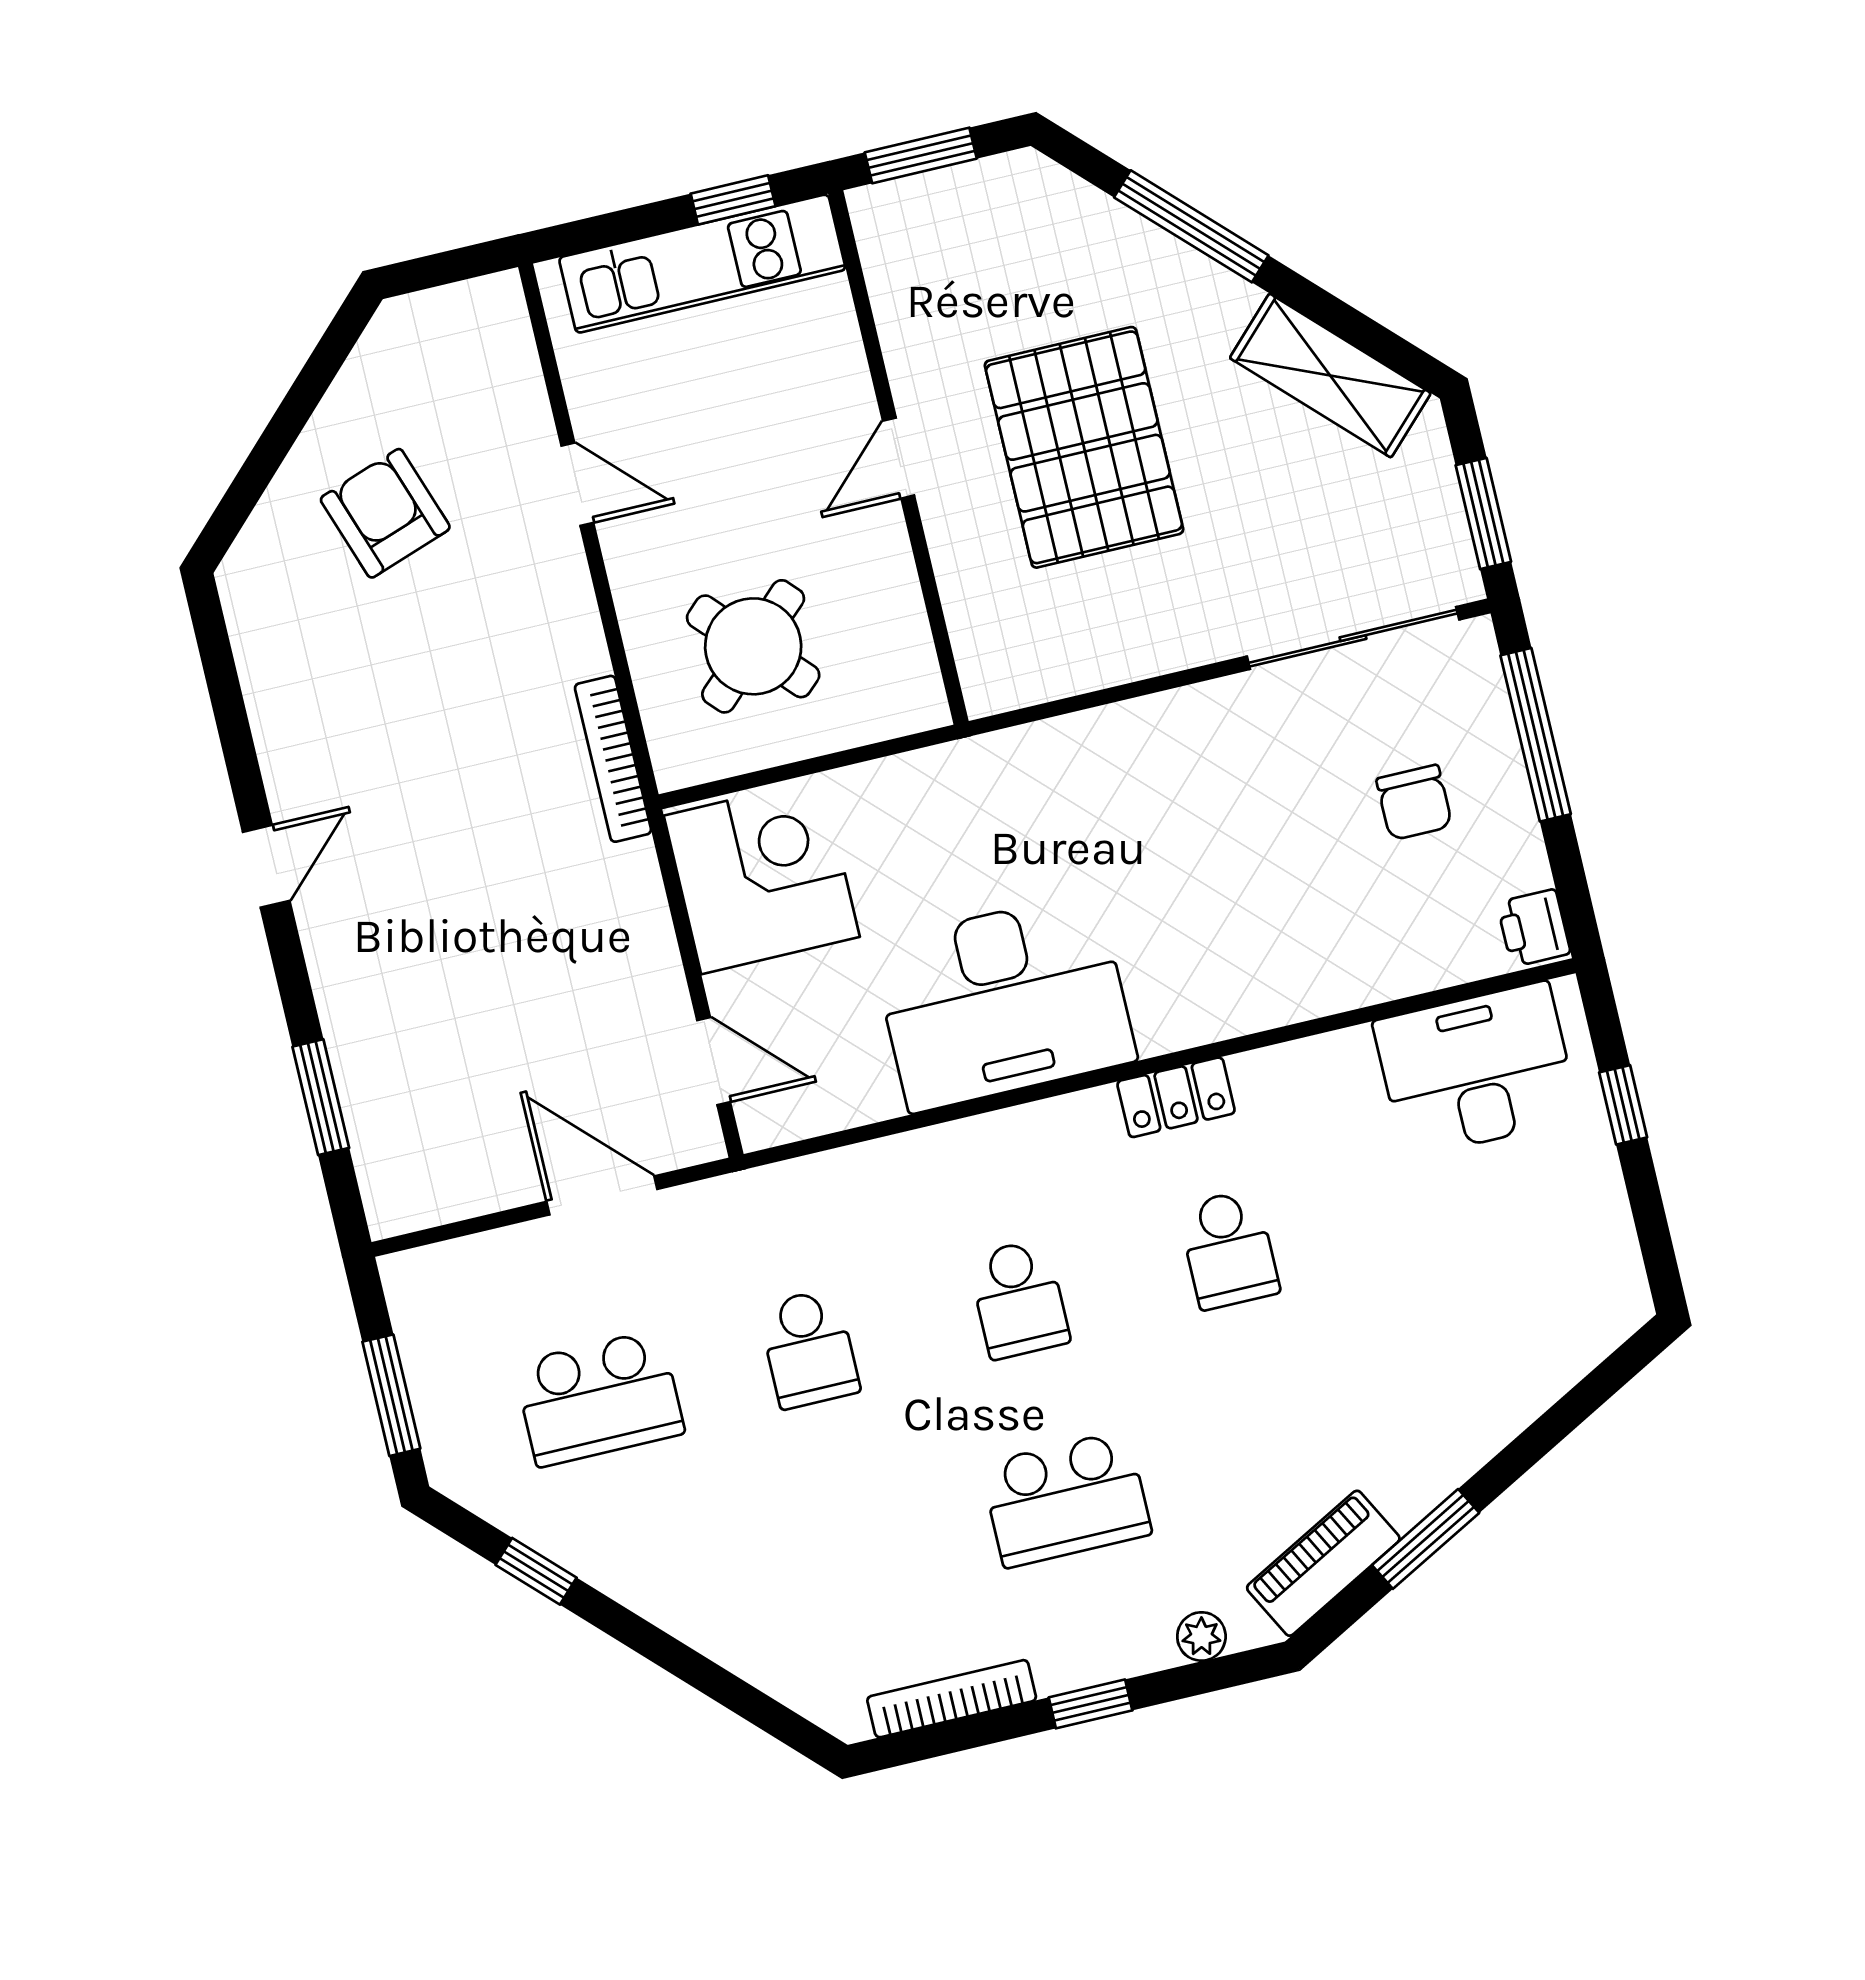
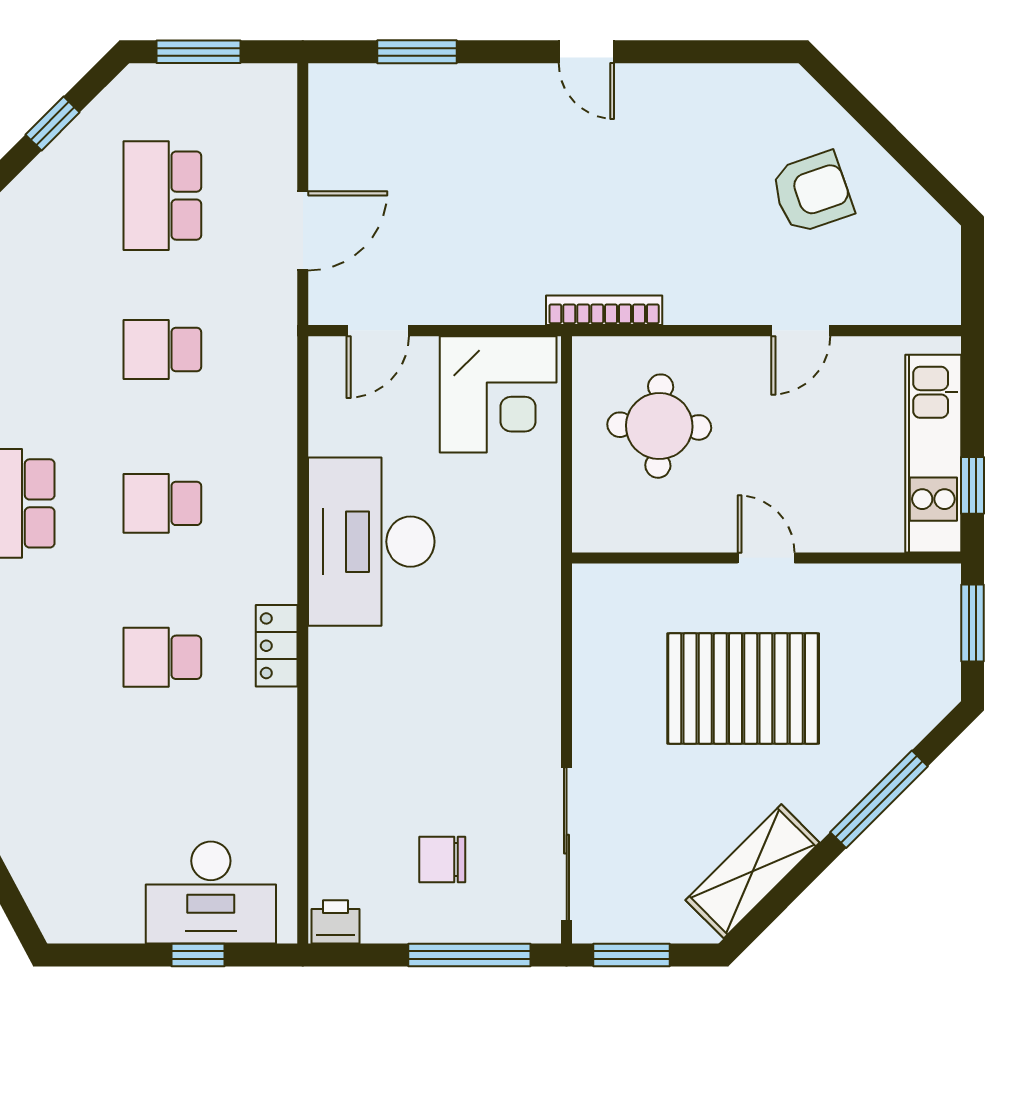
round table: (753, 646) -> (659, 426), turned 45
desk: (1476, 1070) -> (211, 893), moved, turned 90

